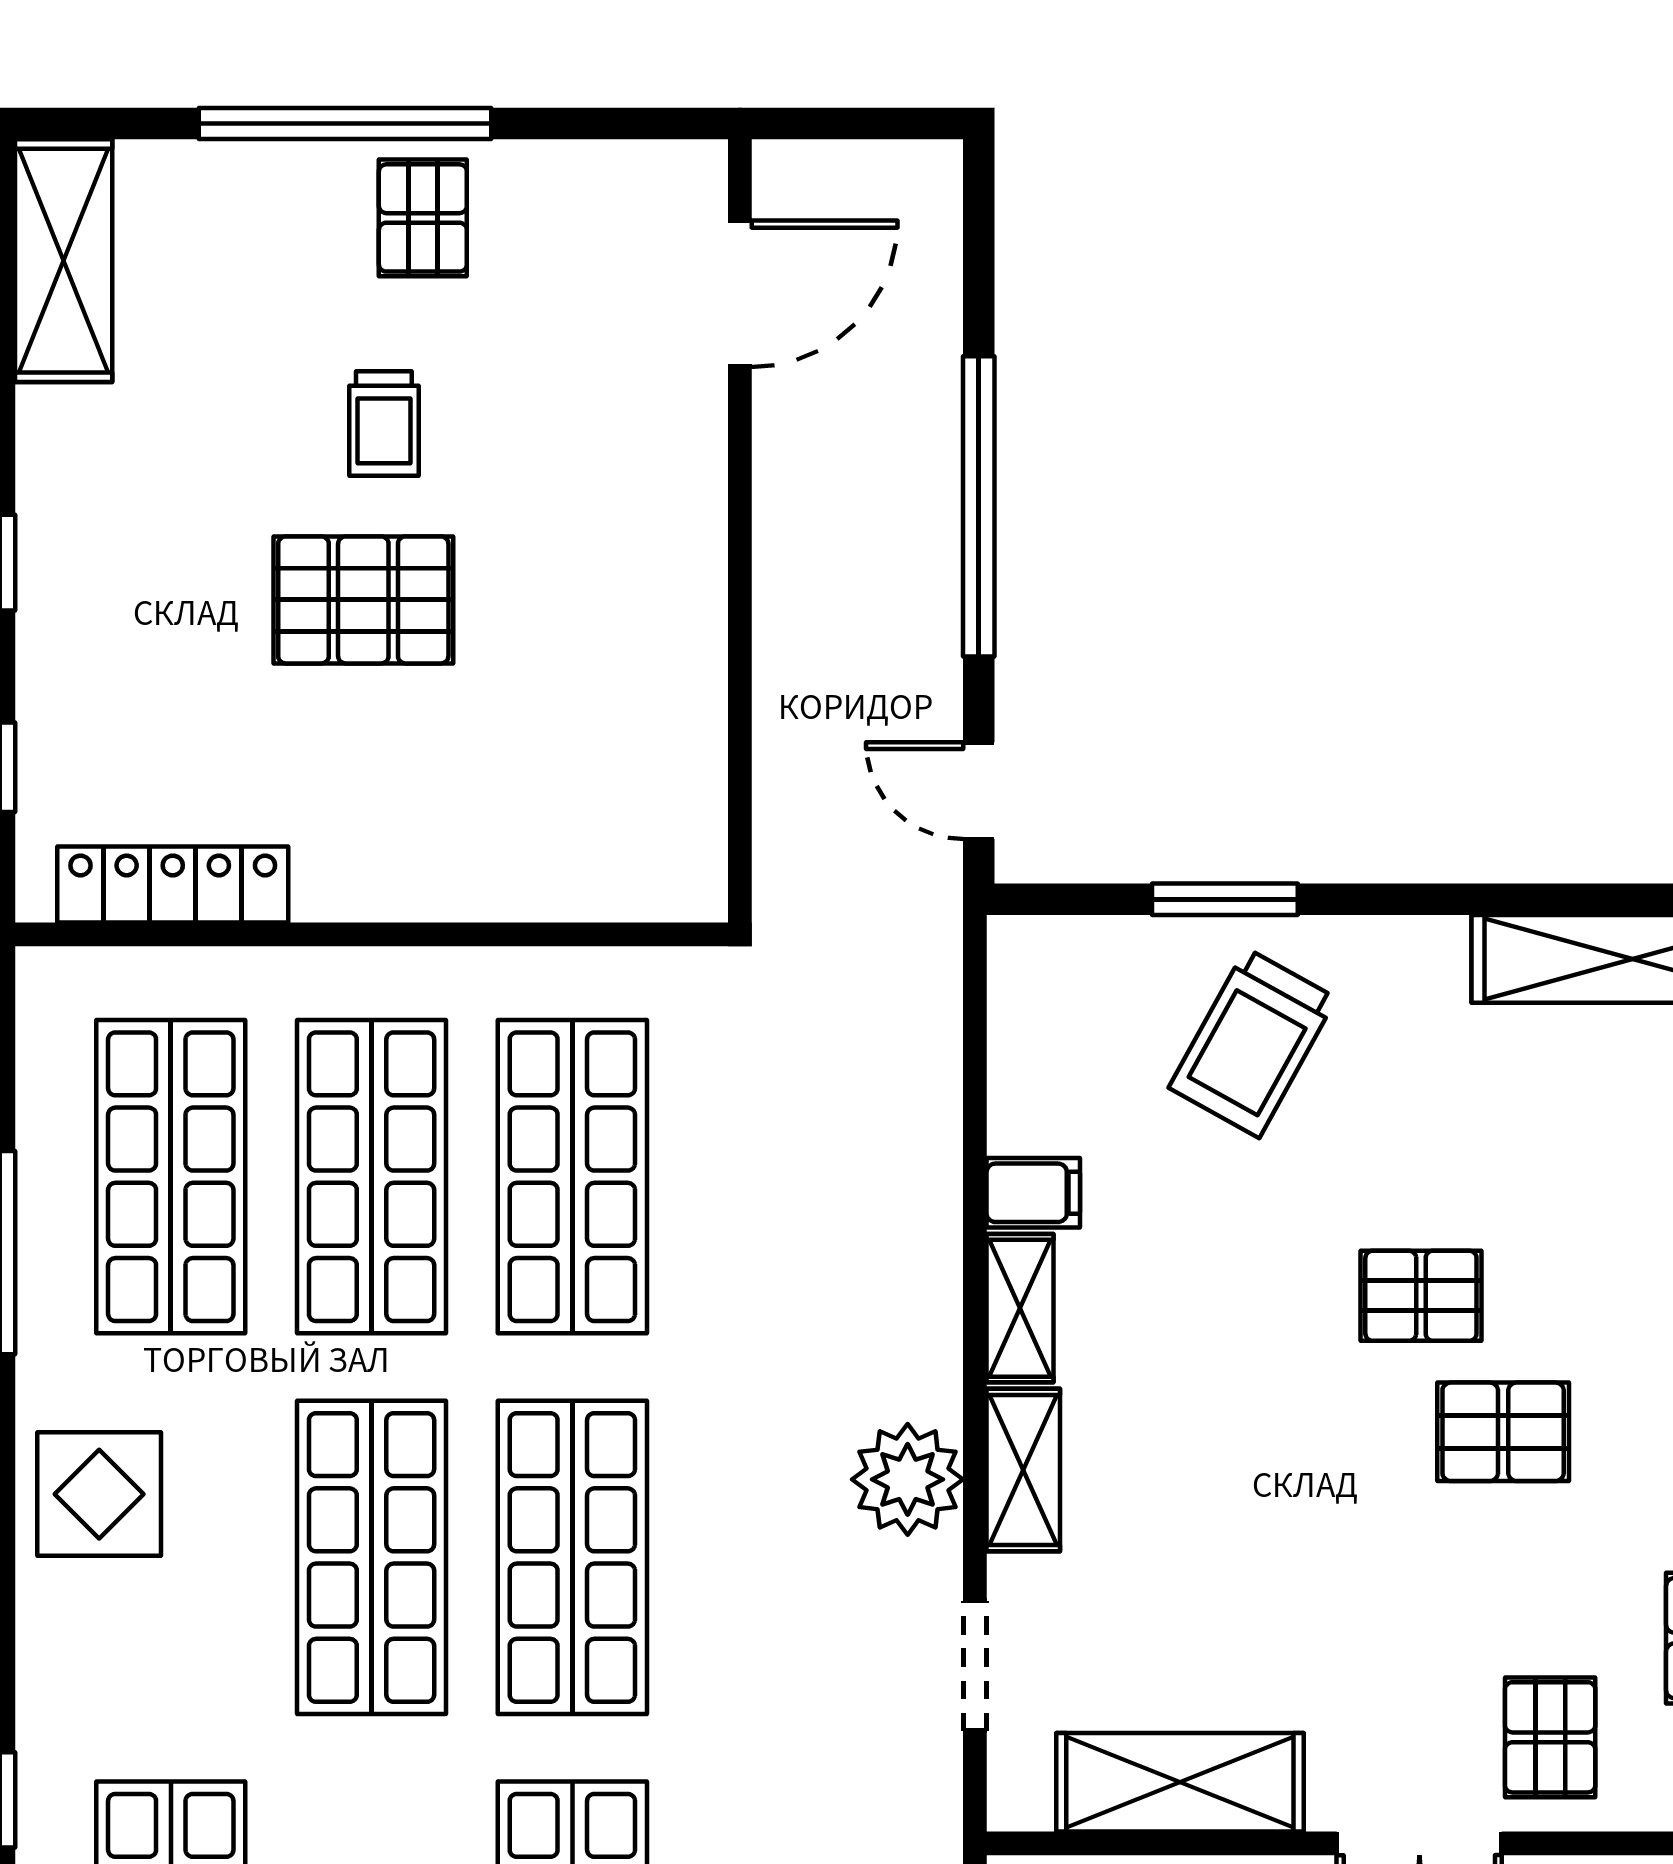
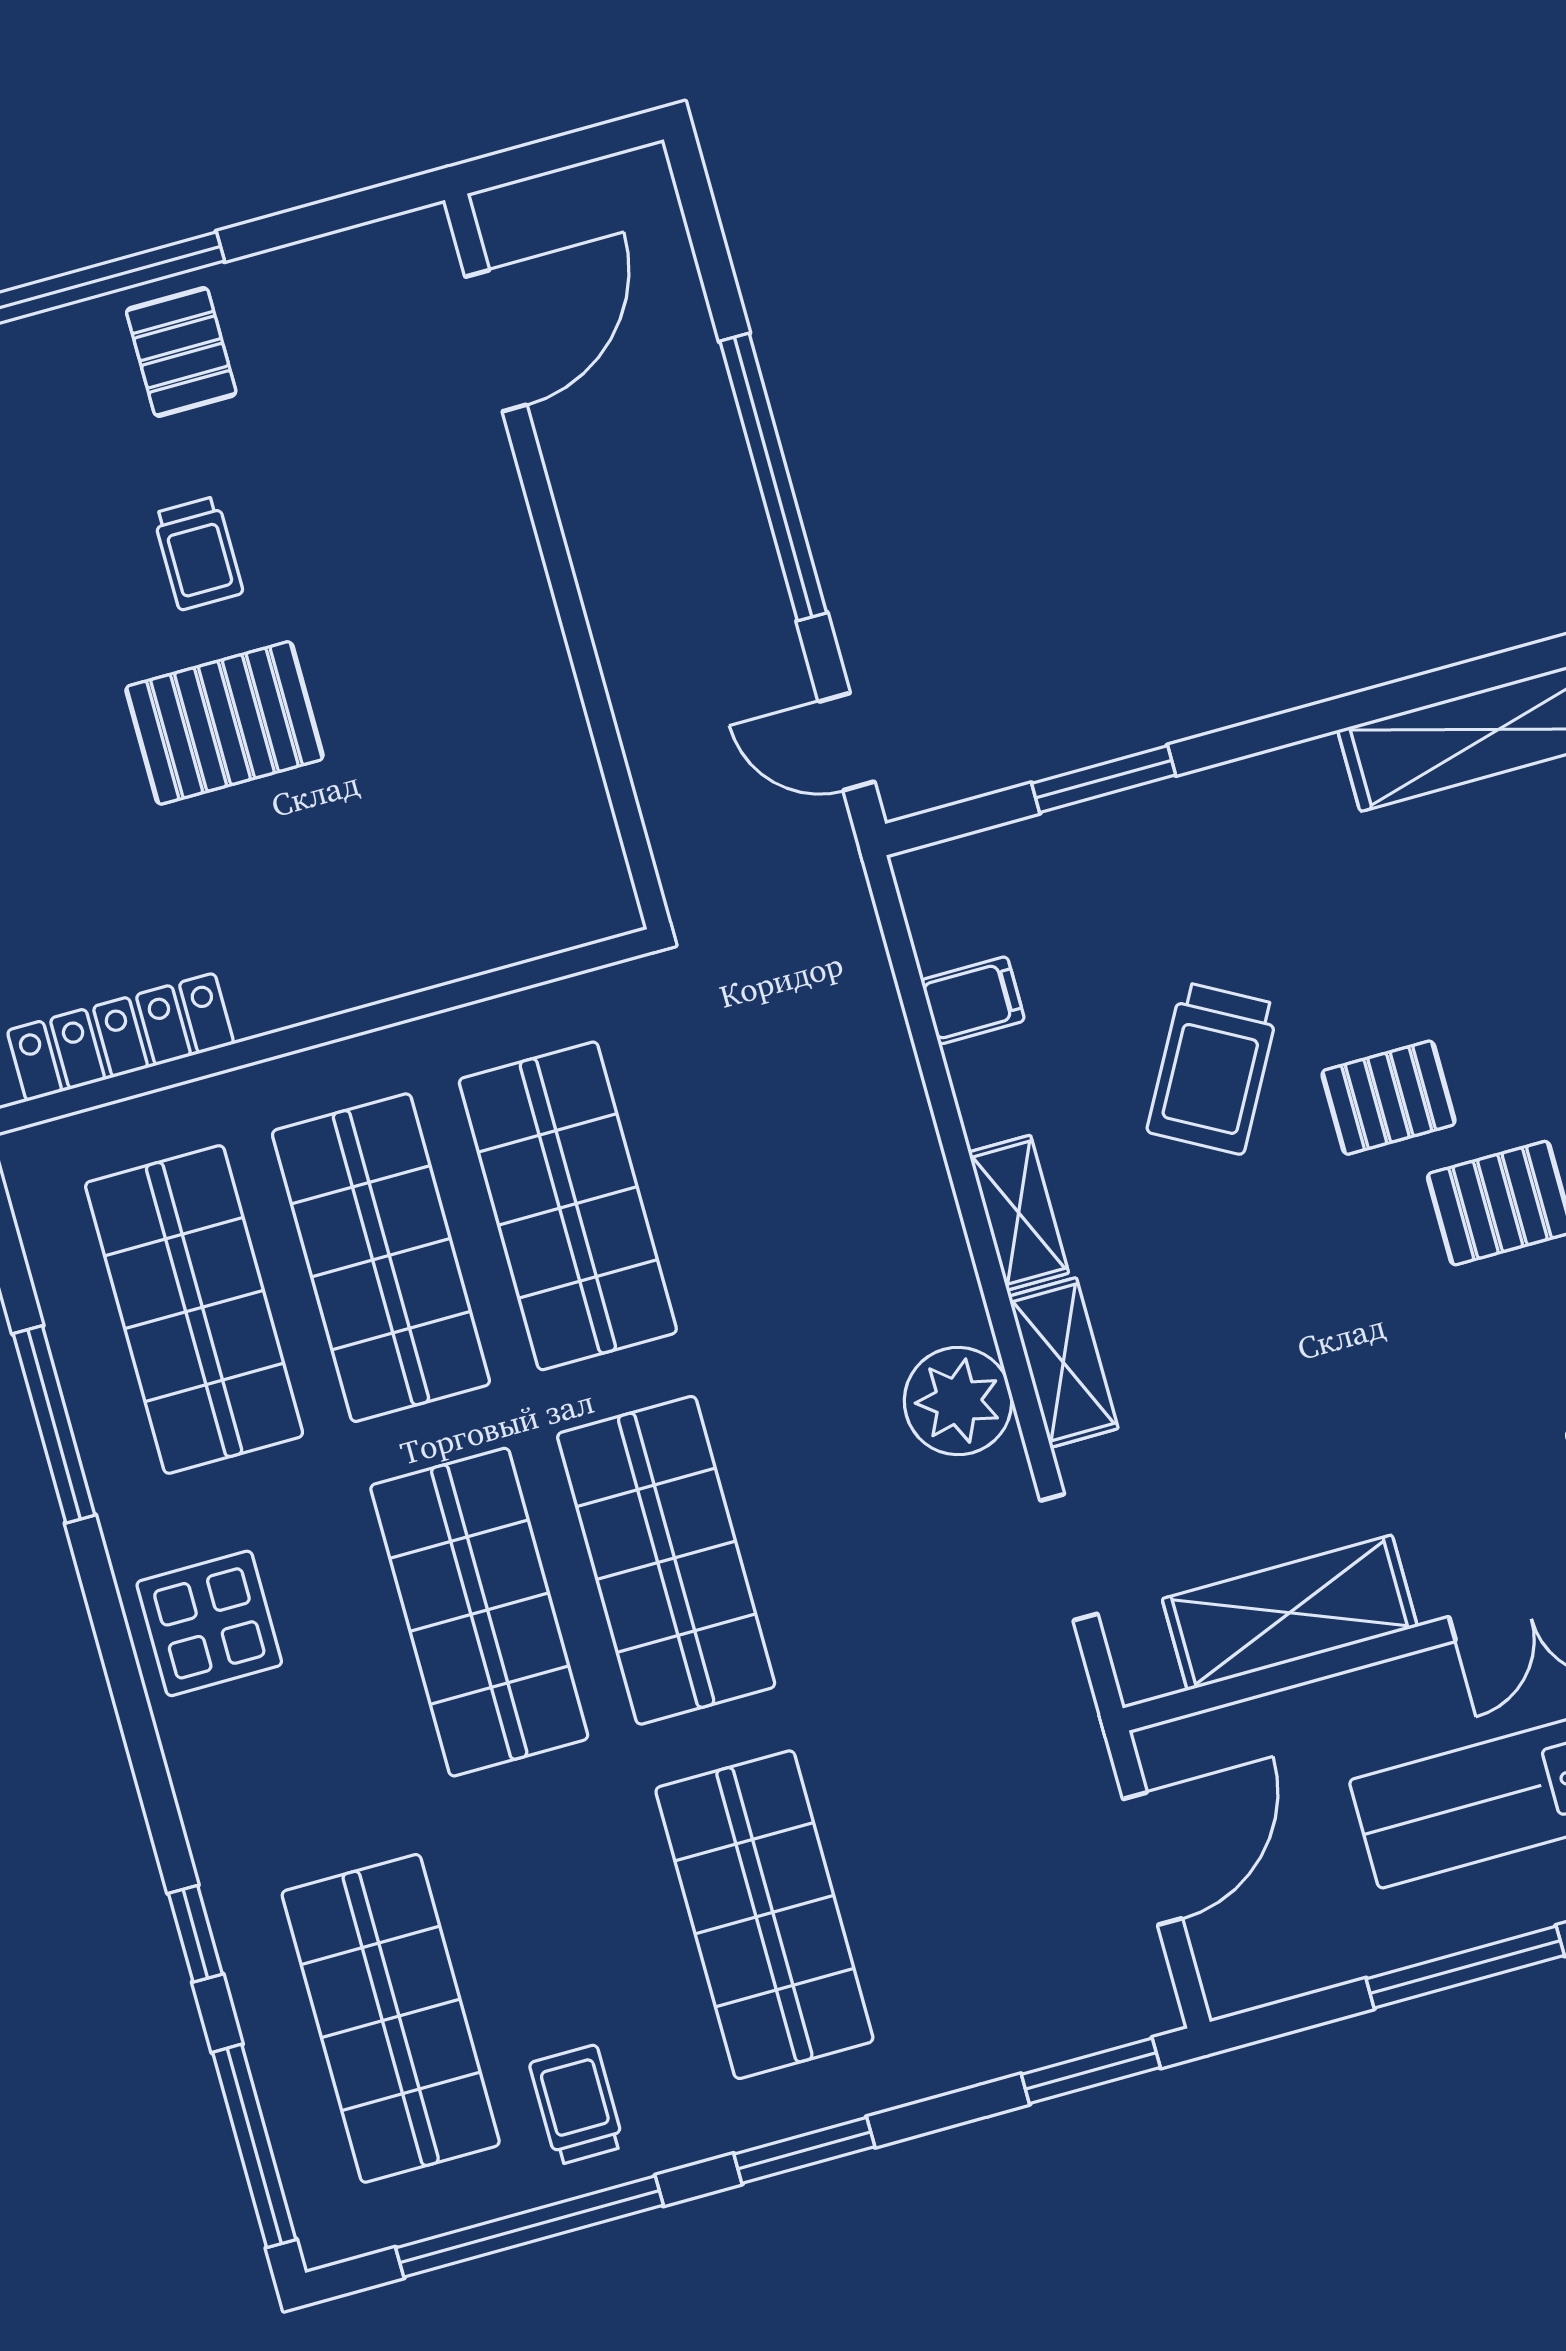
trolley: (1253, 1043) -> (1213, 1068), moved
filing cabinet: (1033, 1193) -> (973, 1000), moved

